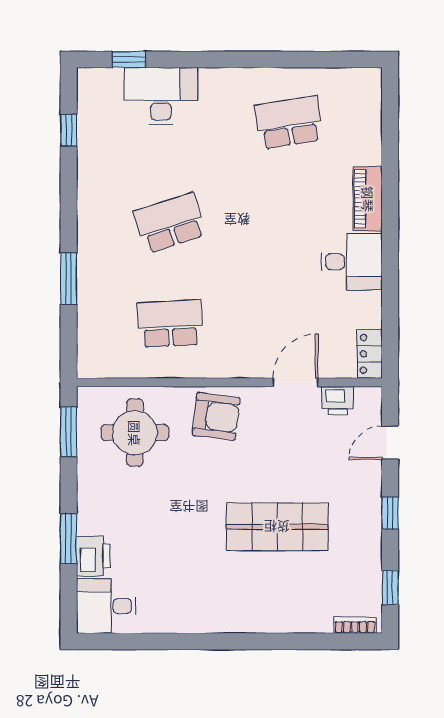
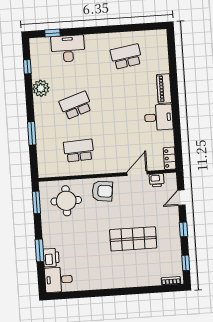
plant: (95, 180) -> (41, 88), added

